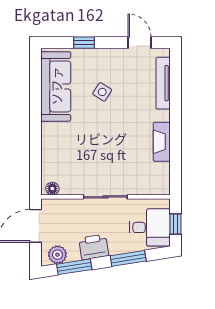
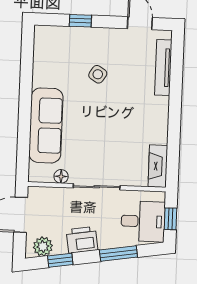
sofa: (56, 86) -> (46, 125), moved
fireplace: (162, 142) -> (158, 166), moved
floor lamp: (52, 189) -> (61, 176), moved
window: (74, 267) -> (60, 260), width x0.67

